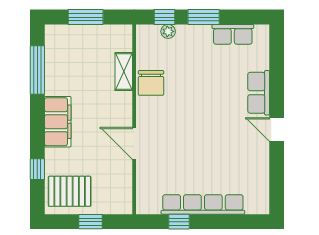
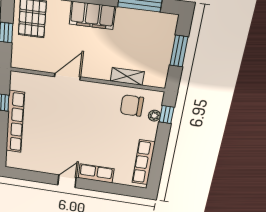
window: (204, 17) -> (161, 144), removed
row of seats: (233, 34) -> (144, 162), width x1.48
chair: (151, 83) -> (132, 106), moved

